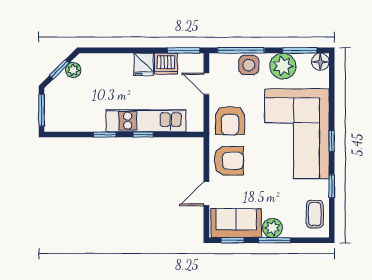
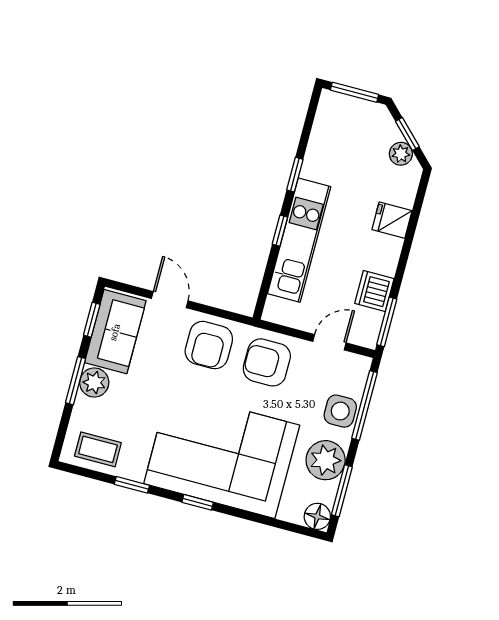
fridge: (144, 64) -> (392, 220), moved

